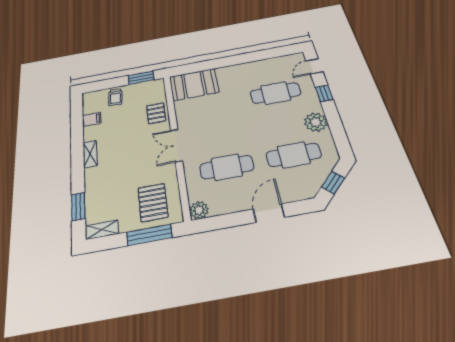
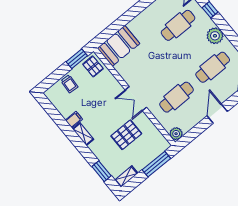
pallet: (156, 113) -> (93, 66), moved
filing cabinet: (92, 119) -> (74, 120), moved
pallet: (153, 202) -> (126, 135), moved, turned 90

